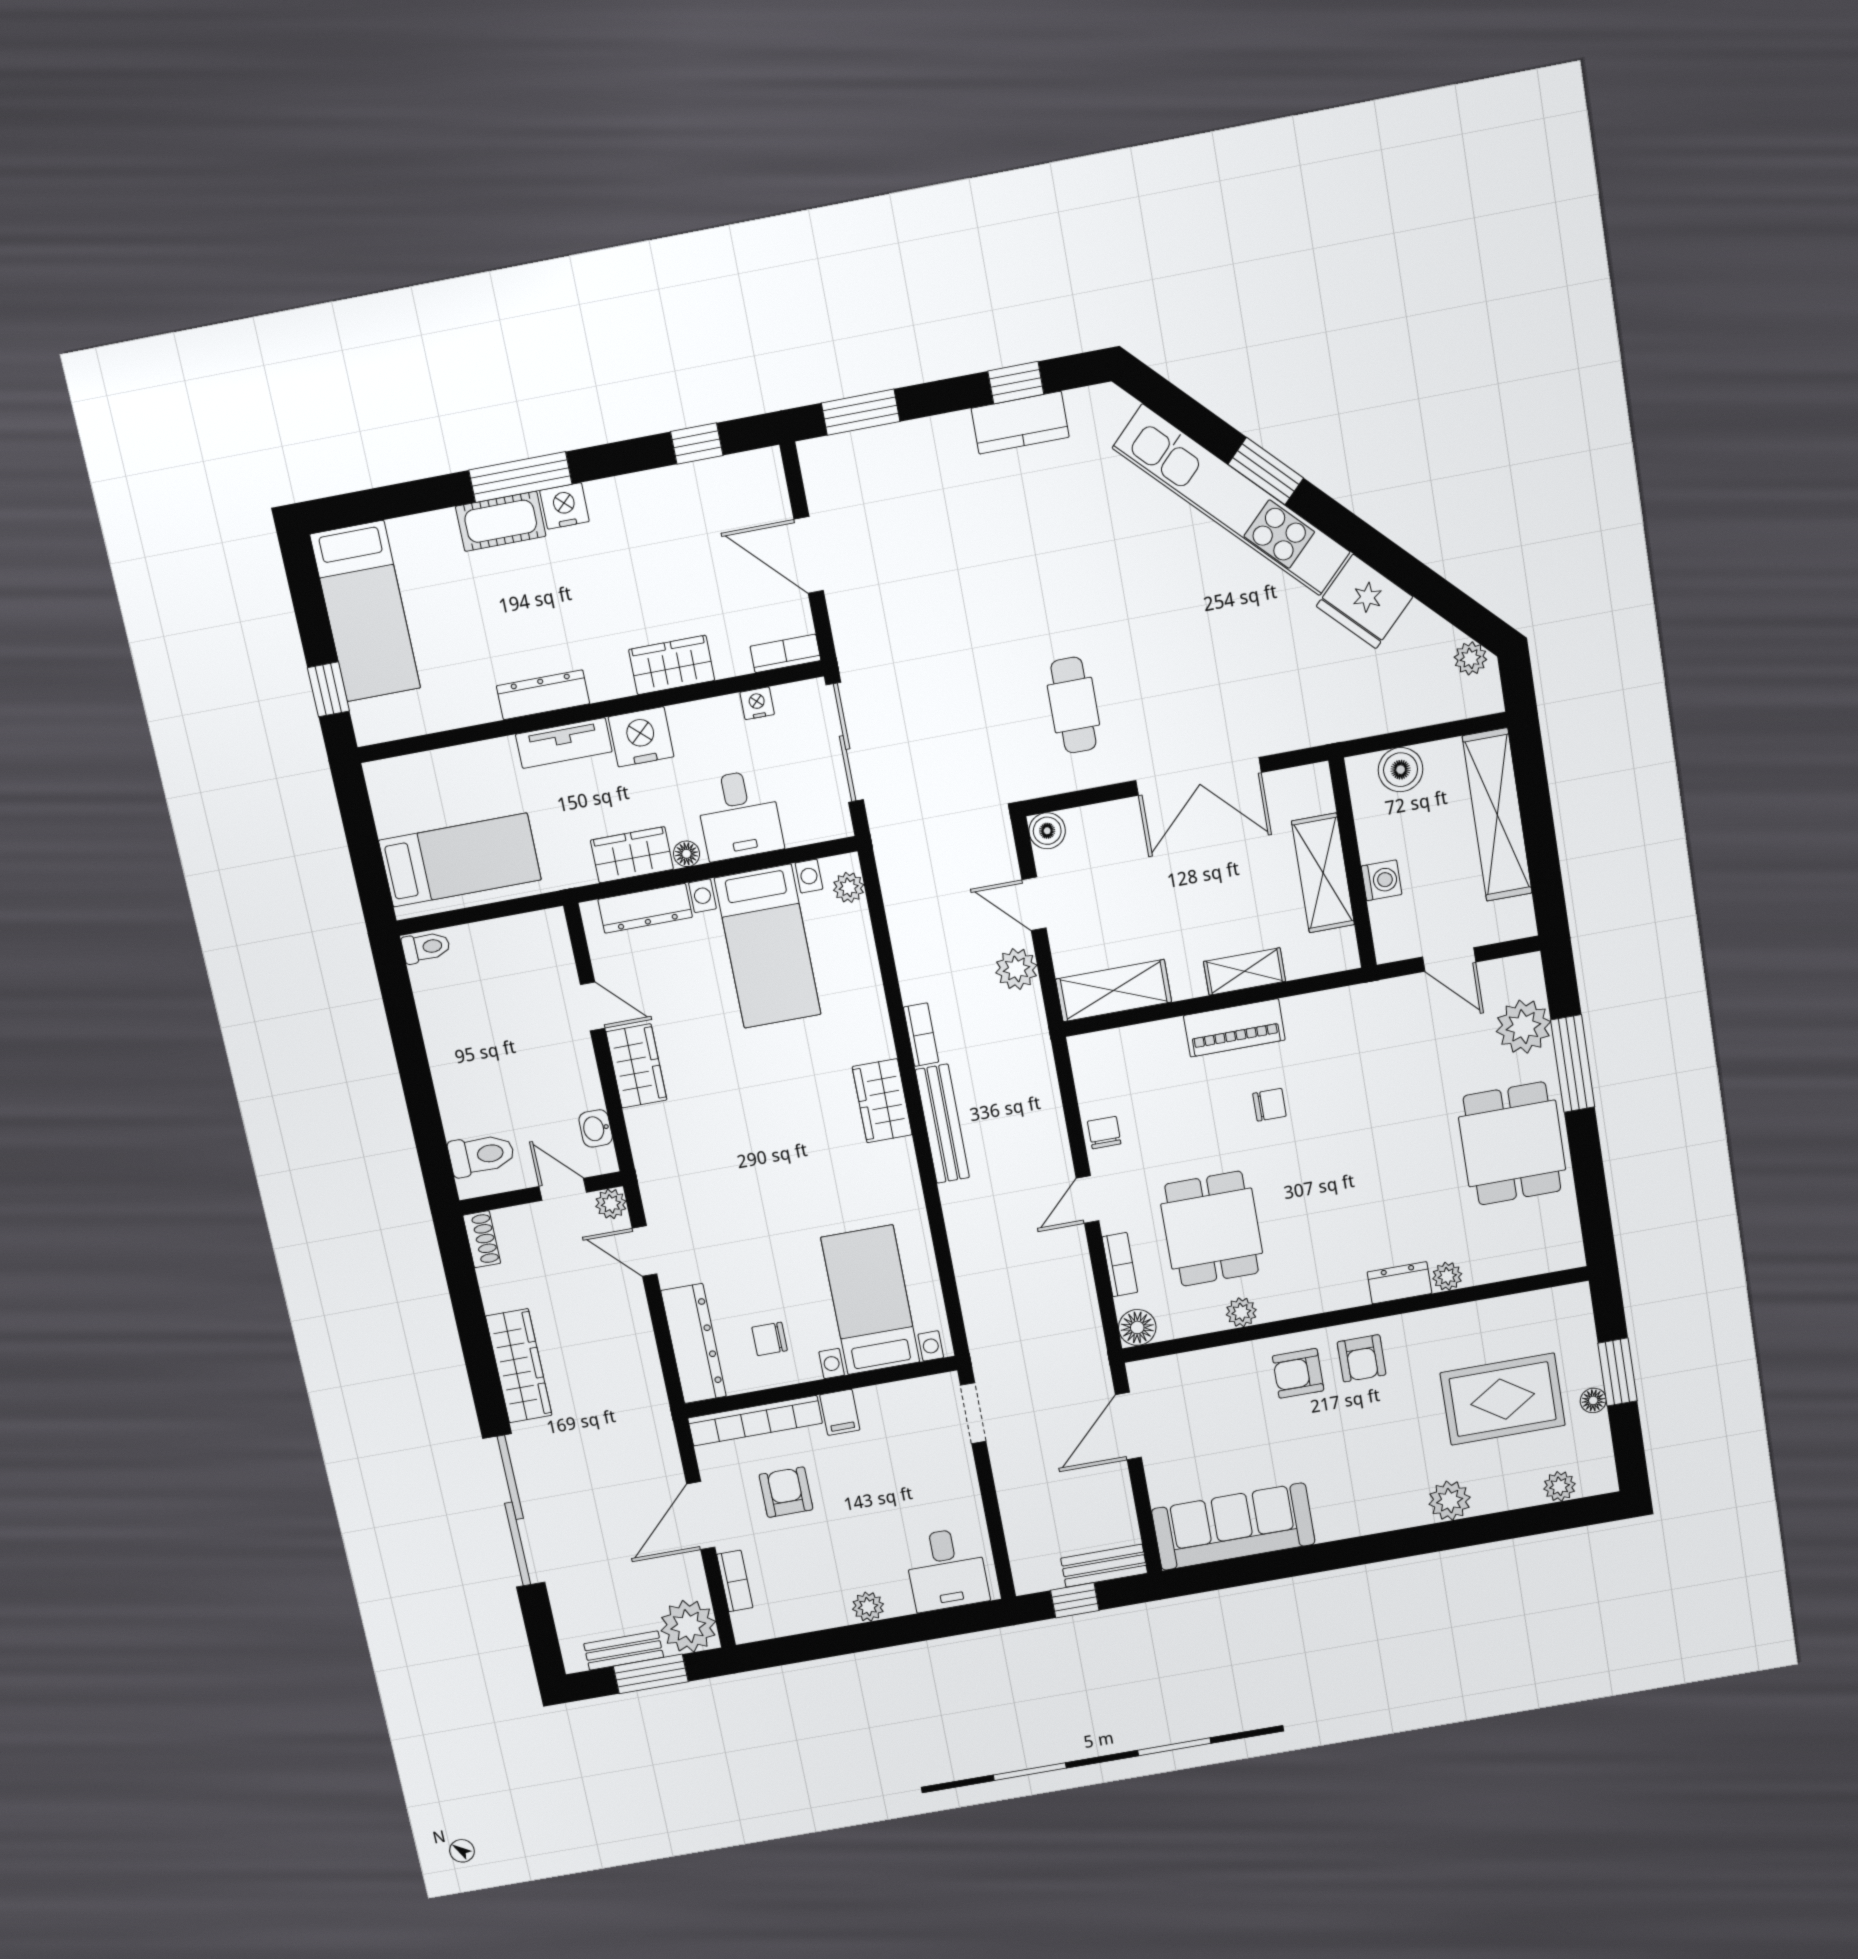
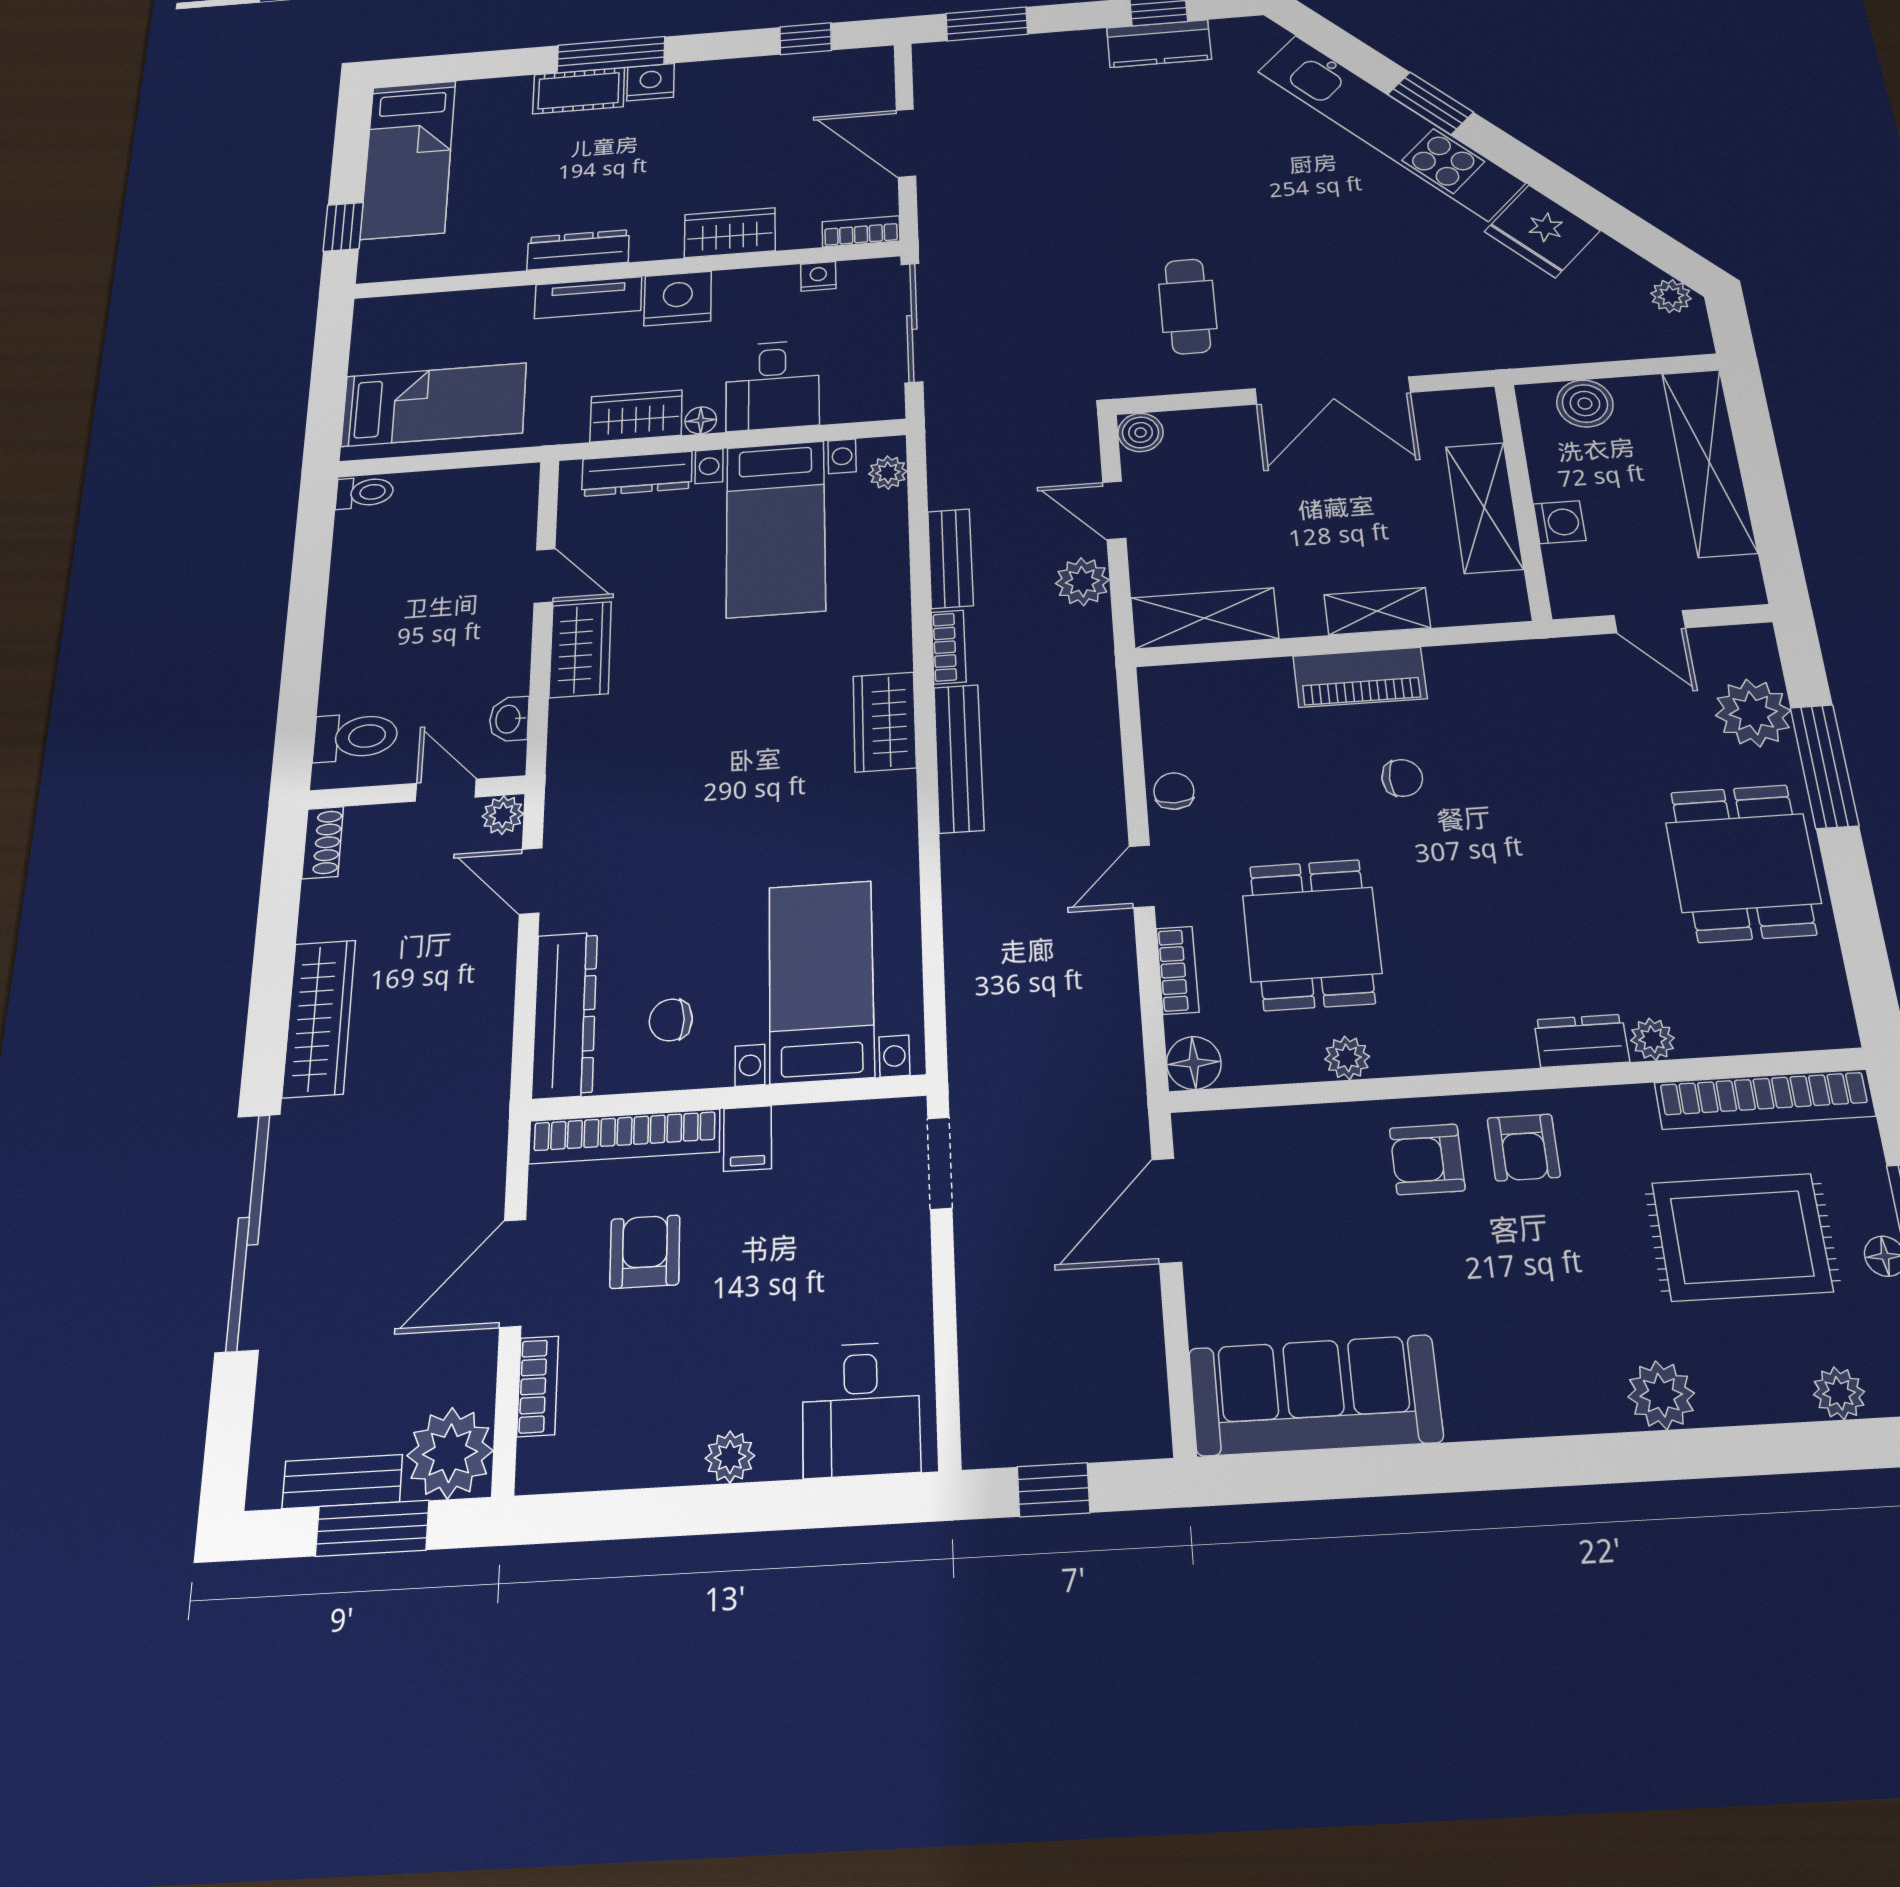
bookcase: (1521, 1309) -> (1765, 1099), added
bench: (1104, 1566) -> (950, 558), moved, turned 90

